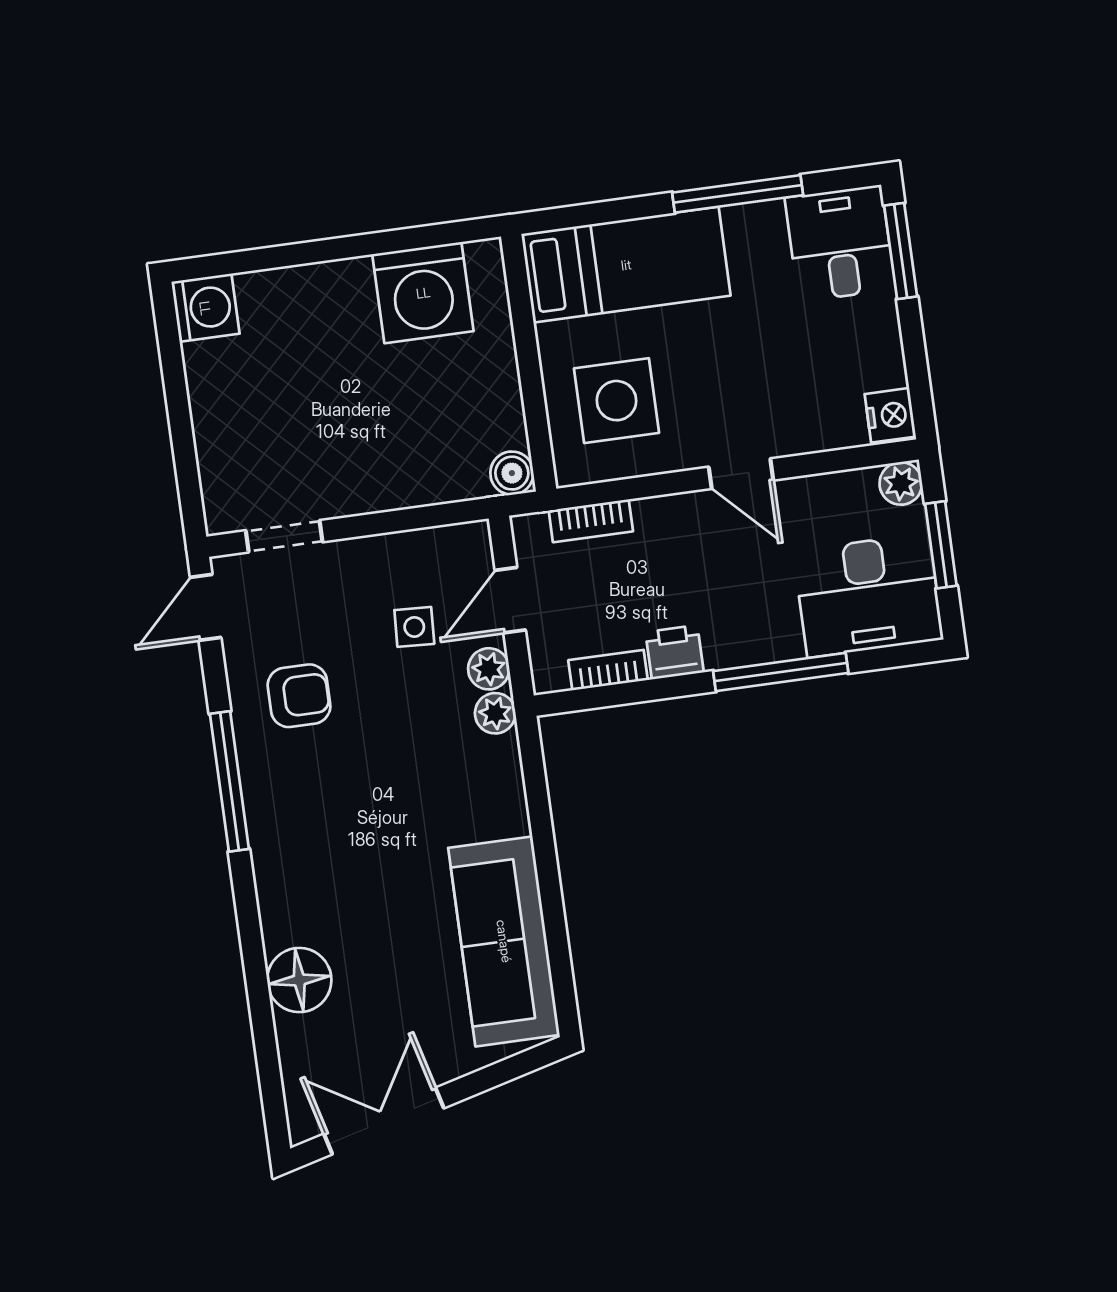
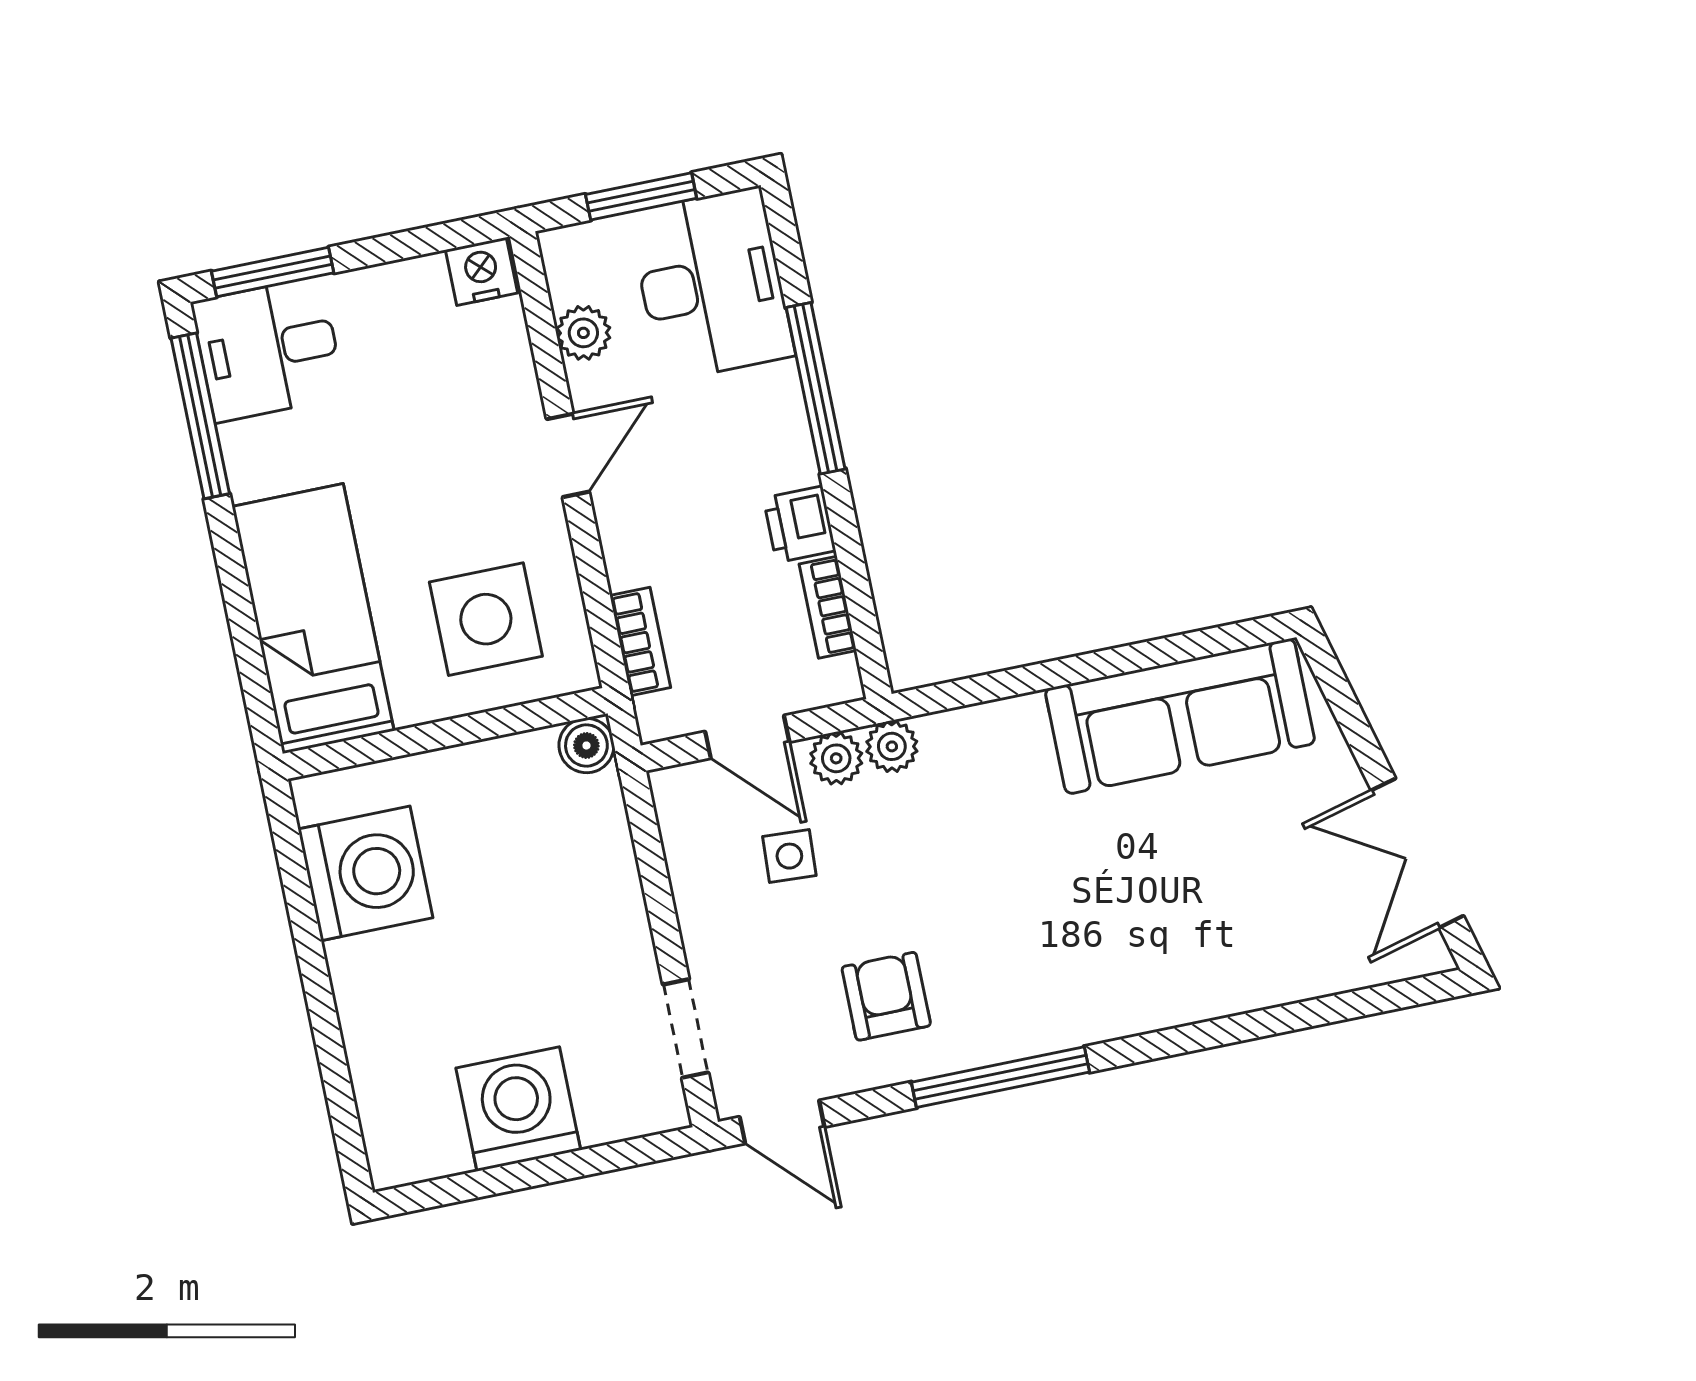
window: (738, 194) -> (200, 416), moved
washing machine: (205, 308) -> (518, 1109), moved, width x1.37, depth x1.37
plant: (901, 483) -> (583, 333), moved
floor lamp: (299, 980) -> (1246, 972), removed

